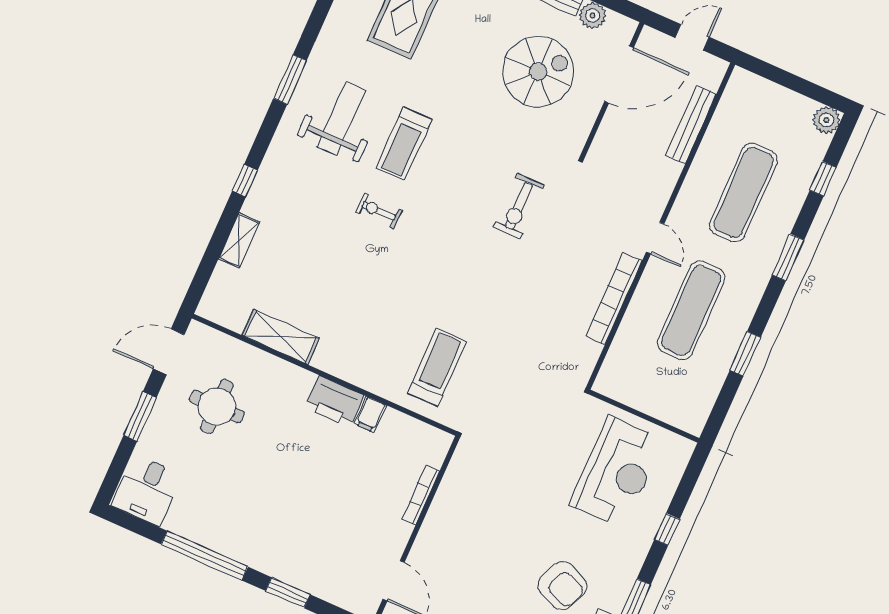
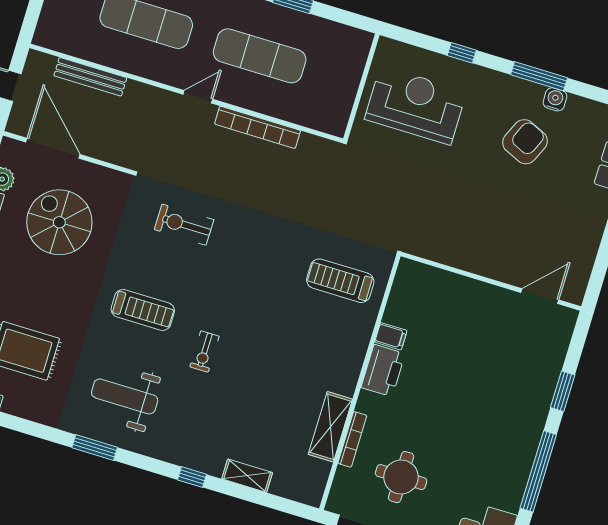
treadmill: (404, 144) -> (143, 310), moved
exercise bike: (519, 206) -> (184, 225), turned 180
bookcase: (421, 495) -> (352, 439), moved, turned -90

